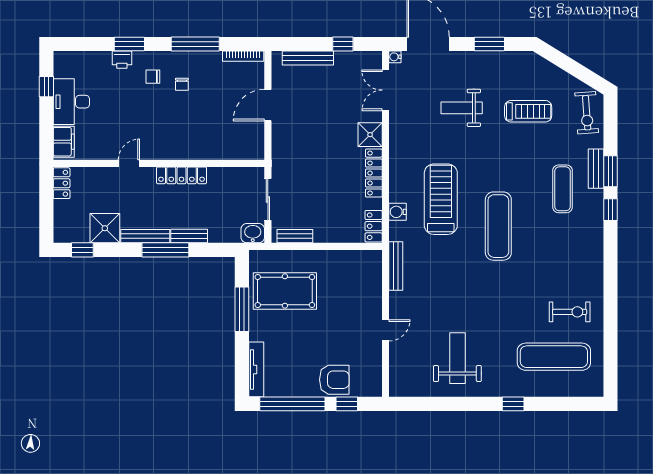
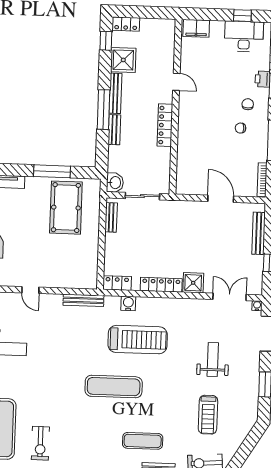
desk: (71, 102) -> (244, 36), moved
locker: (62, 183) -> (126, 24), moved

